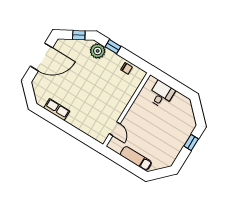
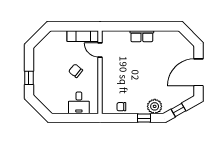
row of seats: (57, 110) -> (142, 36), moved
chair: (147, 124) -> (76, 71), added
exam couch: (136, 158) -> (83, 36), moved

